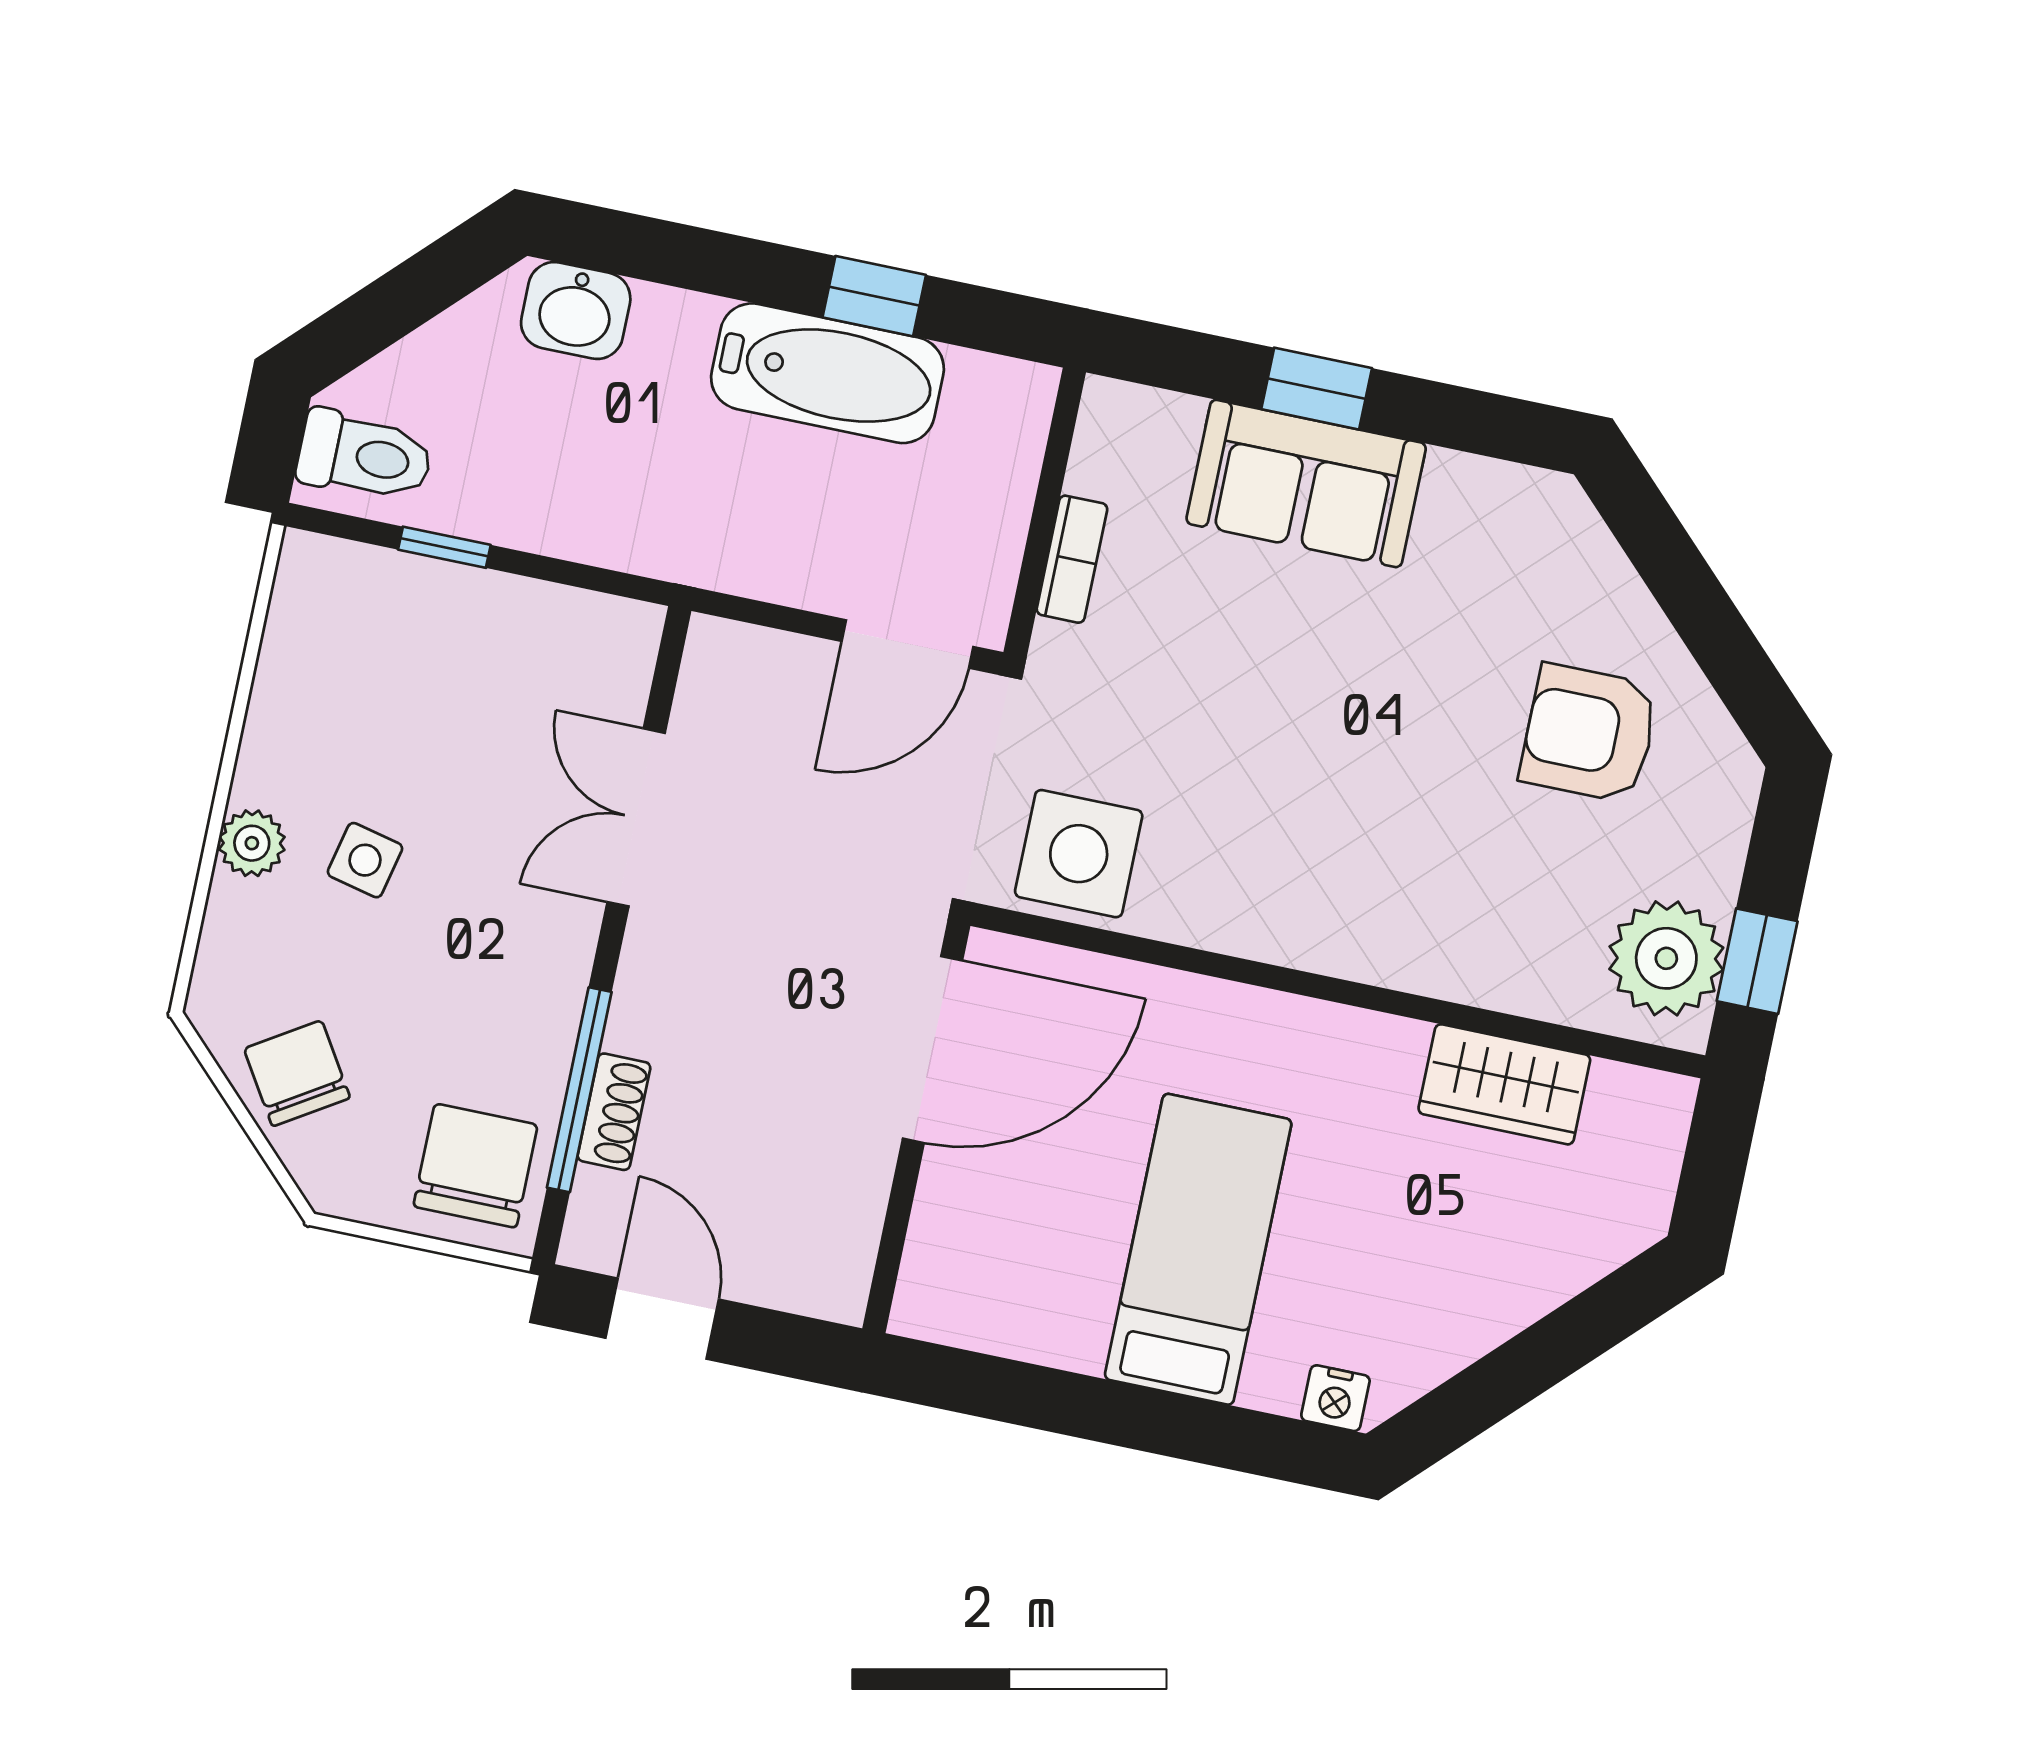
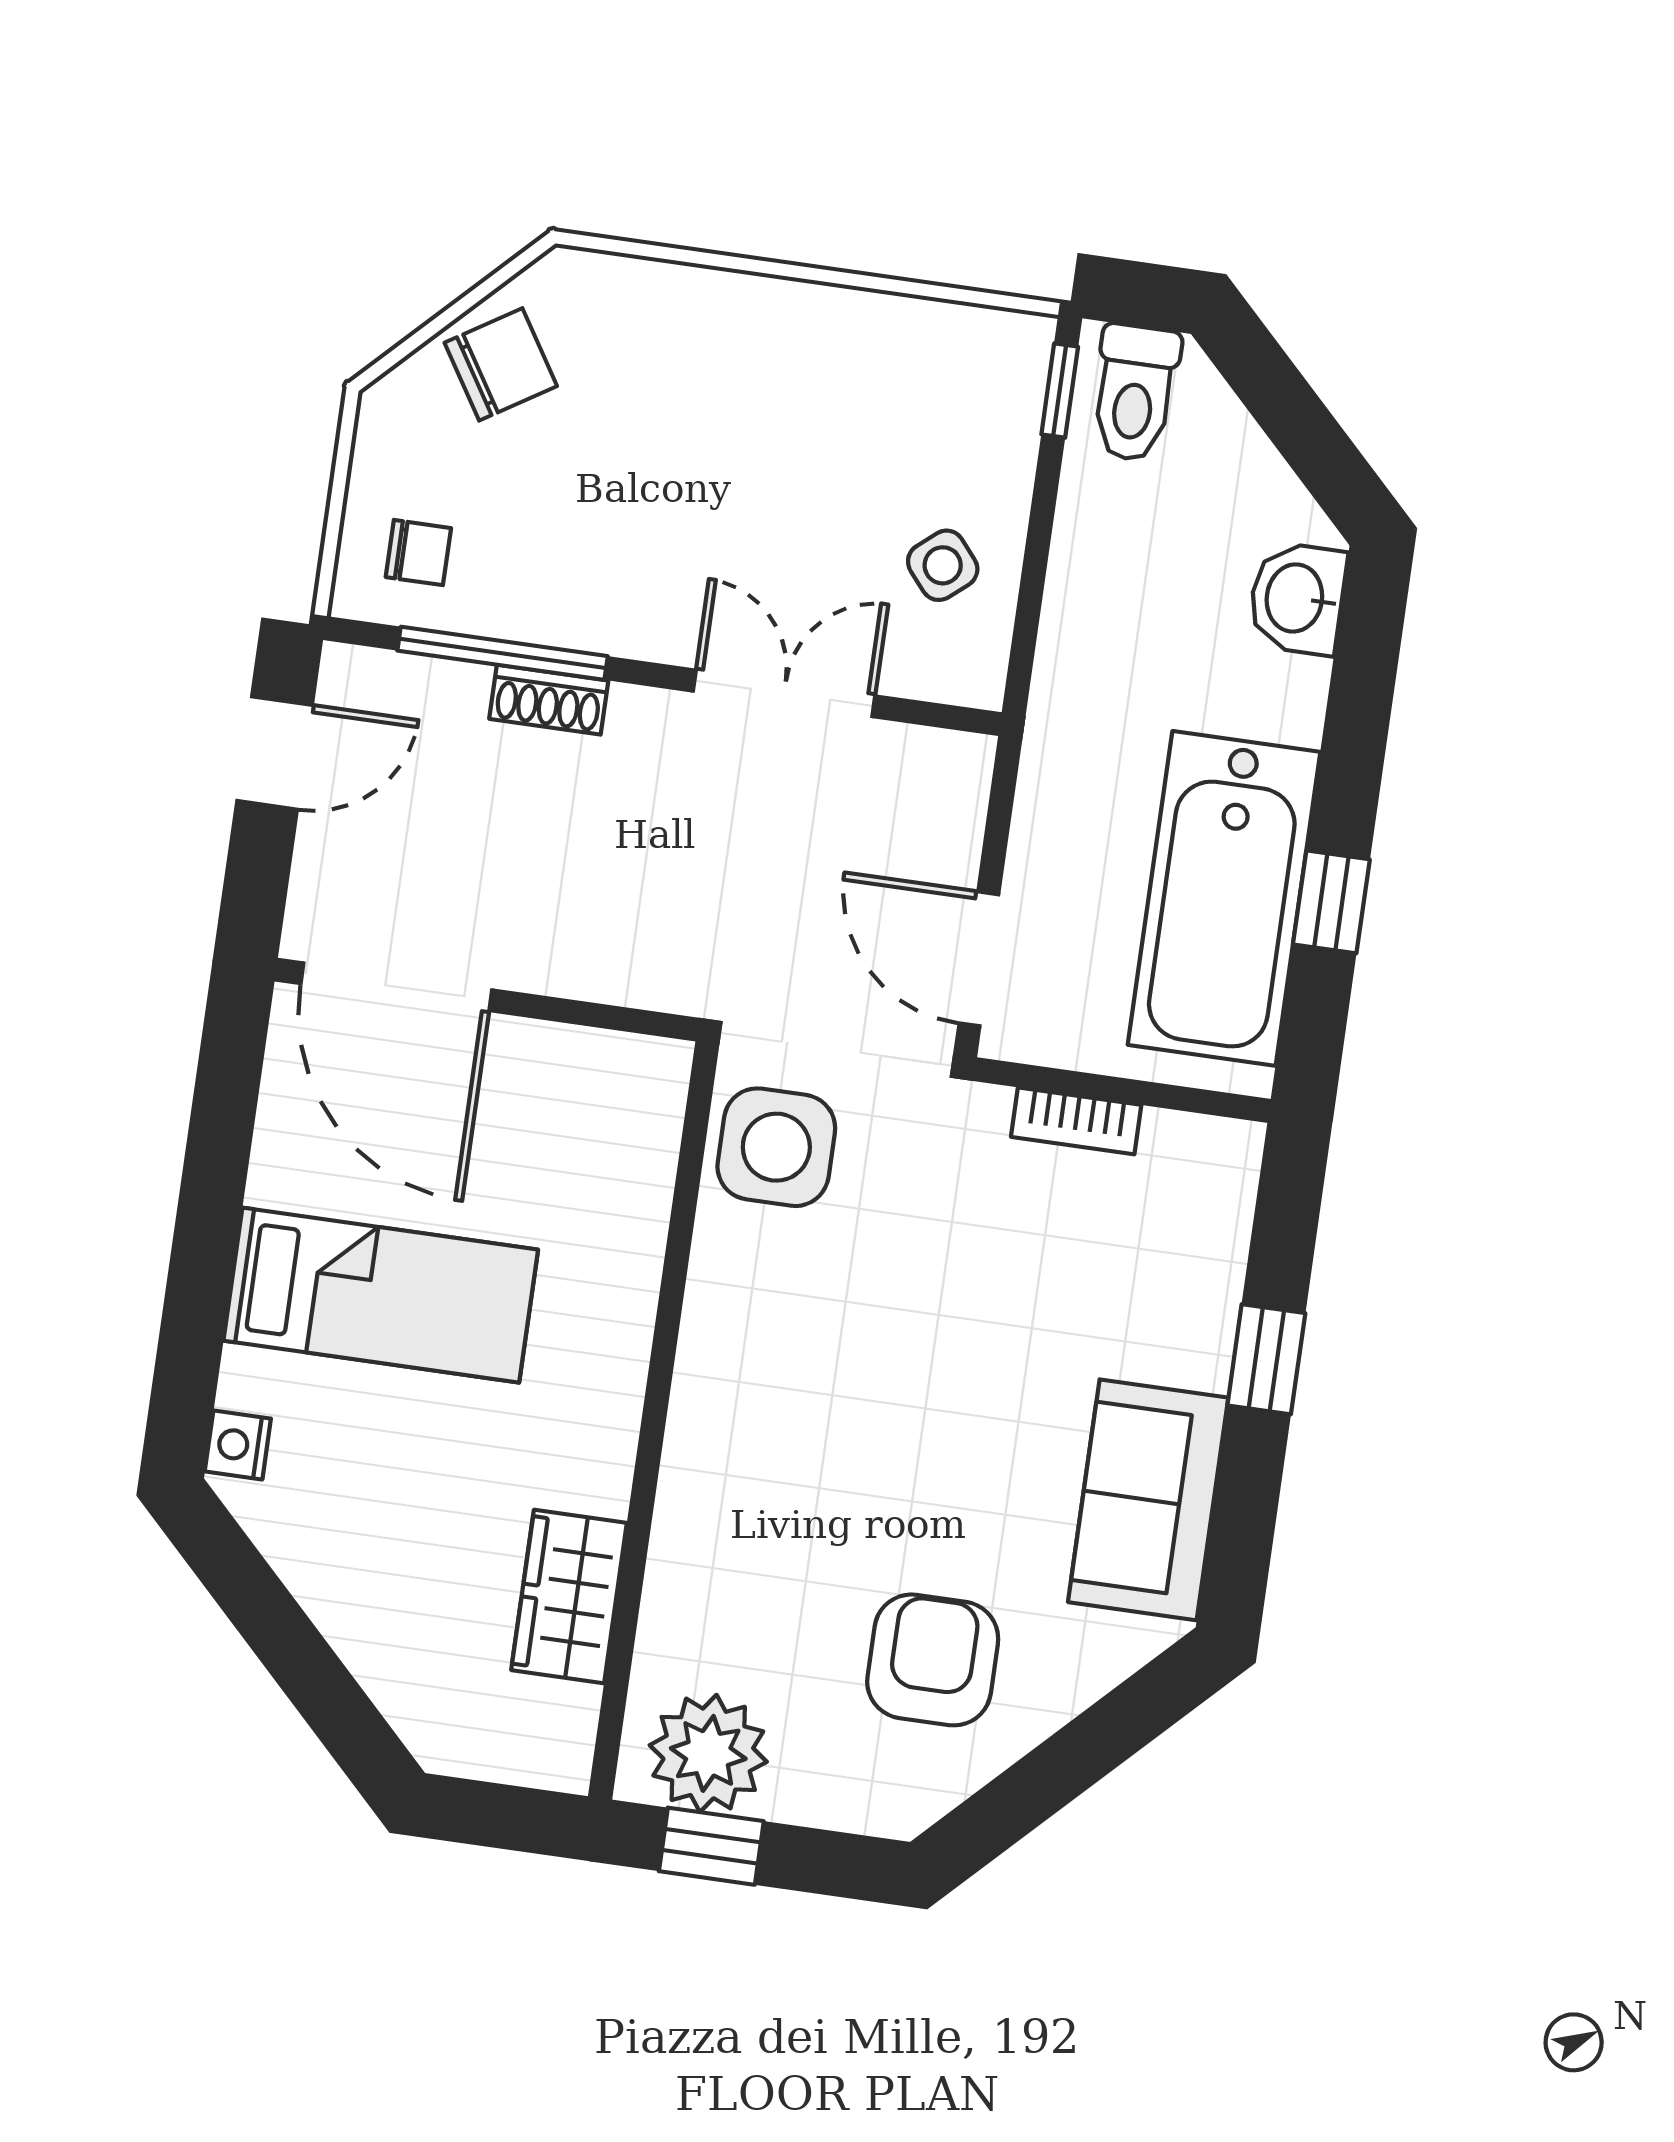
bathtub: (827, 373) -> (1224, 898), width x1.36, depth x1.36
sofa: (1306, 483) -> (1148, 1500), moved
window: (444, 547) -> (1060, 391), moved
plant: (252, 843) -> (732, 303), removed
side table: (365, 860) -> (943, 565), moved, turned 37
door: (933, 1050) -> (396, 987), moved
shoe rack: (614, 1112) -> (549, 700), moved
chair: (475, 1166) -> (418, 553), width x0.54, depth x0.54

